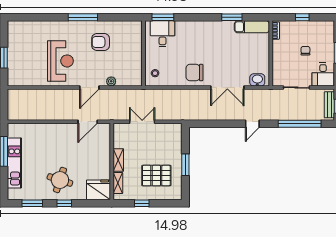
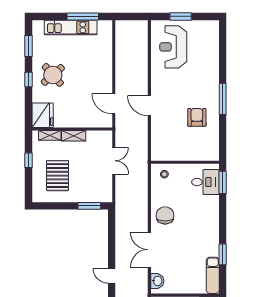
reception desk: (60, 61) -> (173, 47), moved, turned 90
plant: (111, 81) -> (156, 128), removed
window: (185, 165) -> (89, 206), moved
round table: (60, 180) -> (53, 75), turned 31

